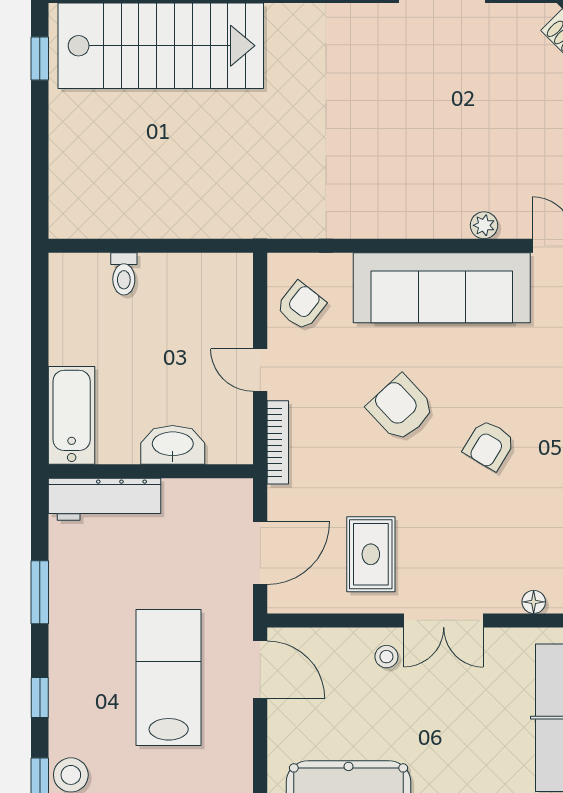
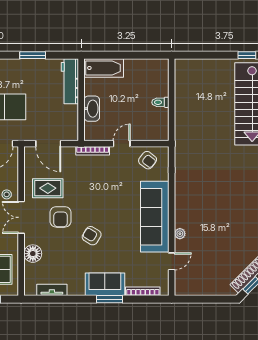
toilet: (124, 274) -> (160, 102), moved
armchair: (401, 408) -> (61, 217), moved, turned 133
floor lamp: (534, 602) -> (33, 254), width x1.89, depth x1.89

